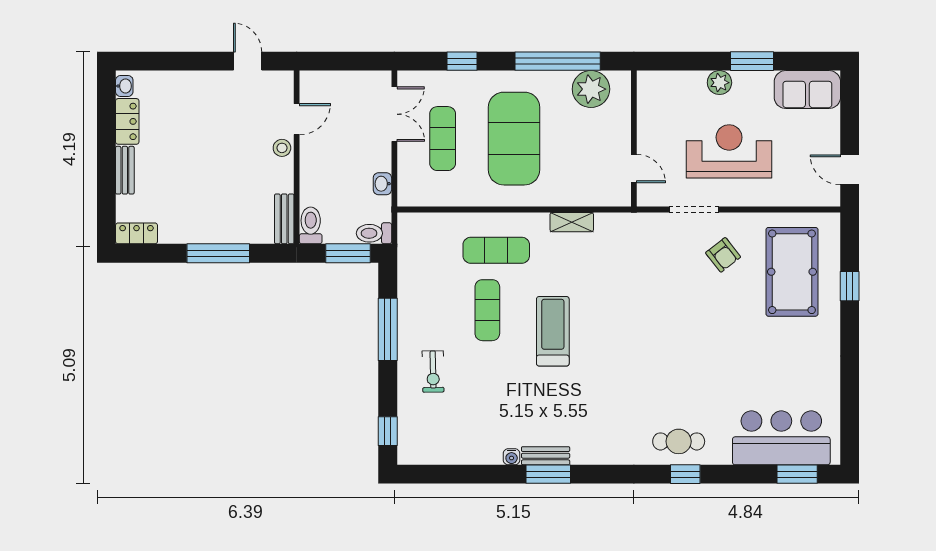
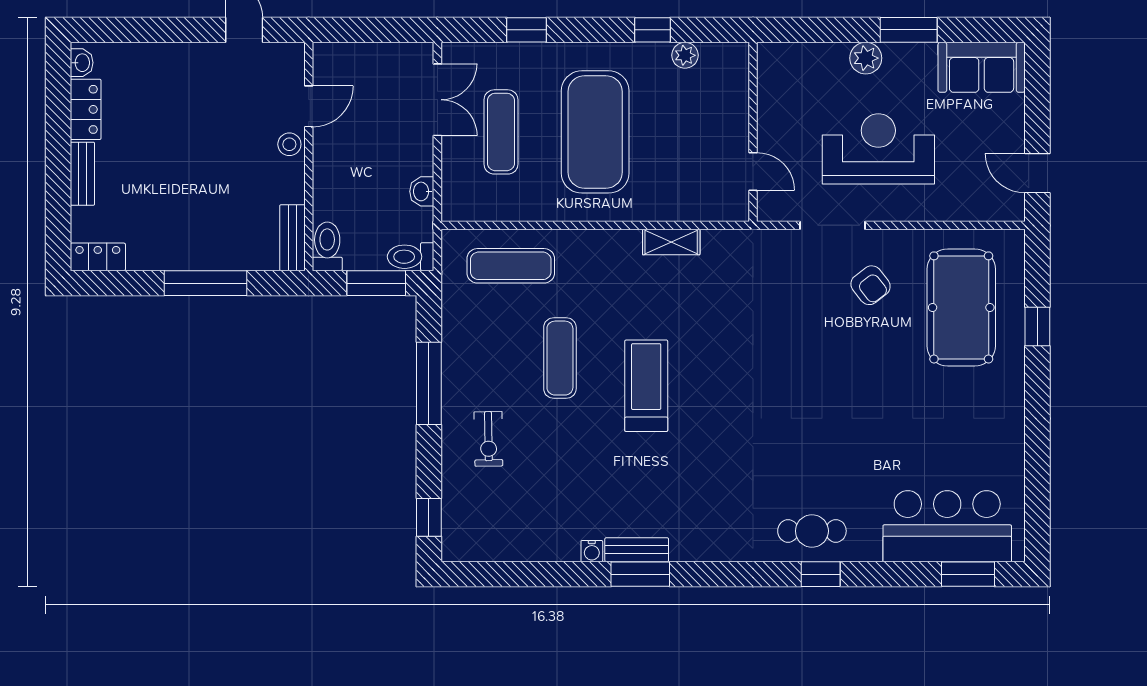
window: (558, 61) -> (652, 30), width x0.32
plant: (591, 89) -> (685, 55), width x0.53, depth x0.53
exercise mat: (496, 250) -> (511, 266), moved

